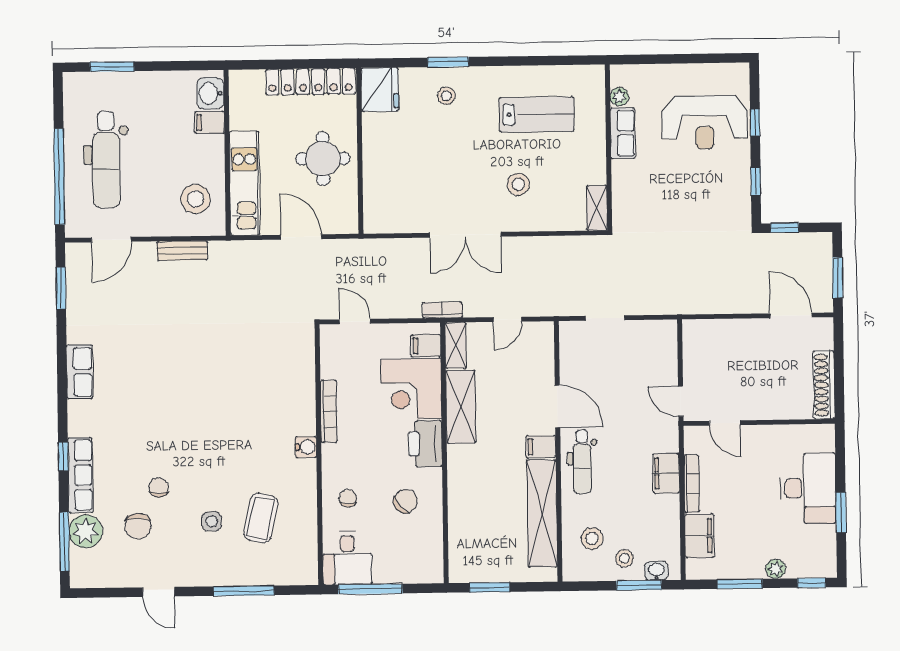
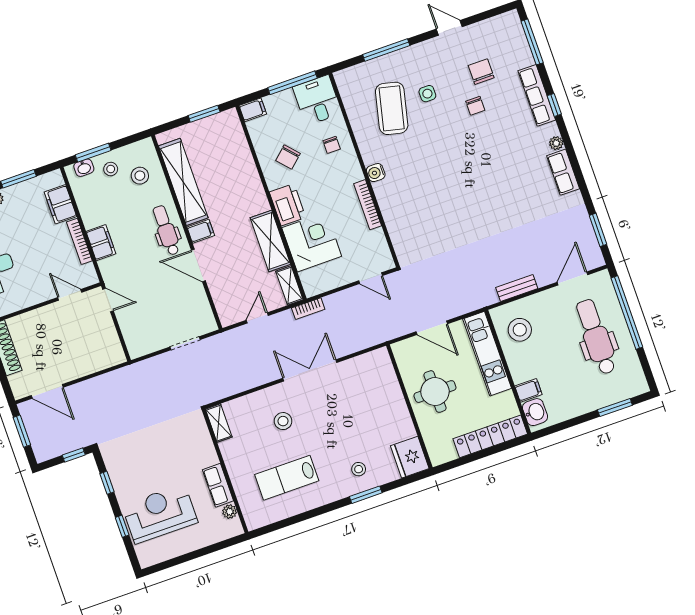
locker: (311, 82) -> (490, 436), moved
filing cabinet: (426, 346) -> (253, 110), moved
coffee table: (261, 518) -> (392, 108), width x1.36, depth x1.32
plant: (86, 531) -> (556, 143), moved, width x0.53, depth x0.53

